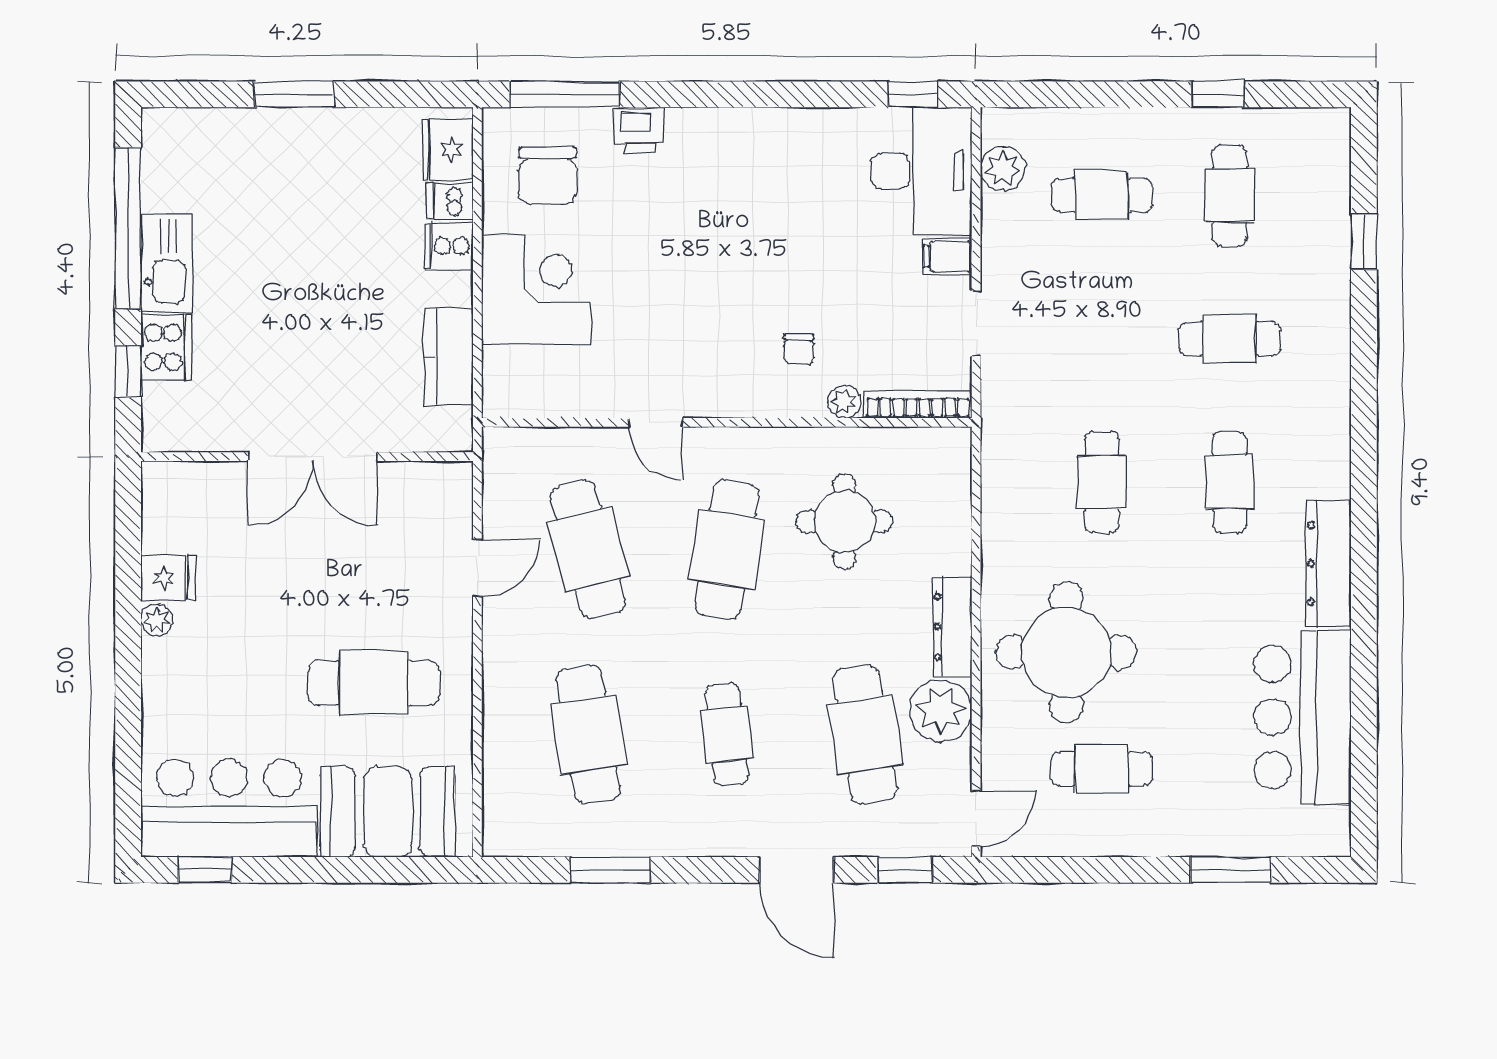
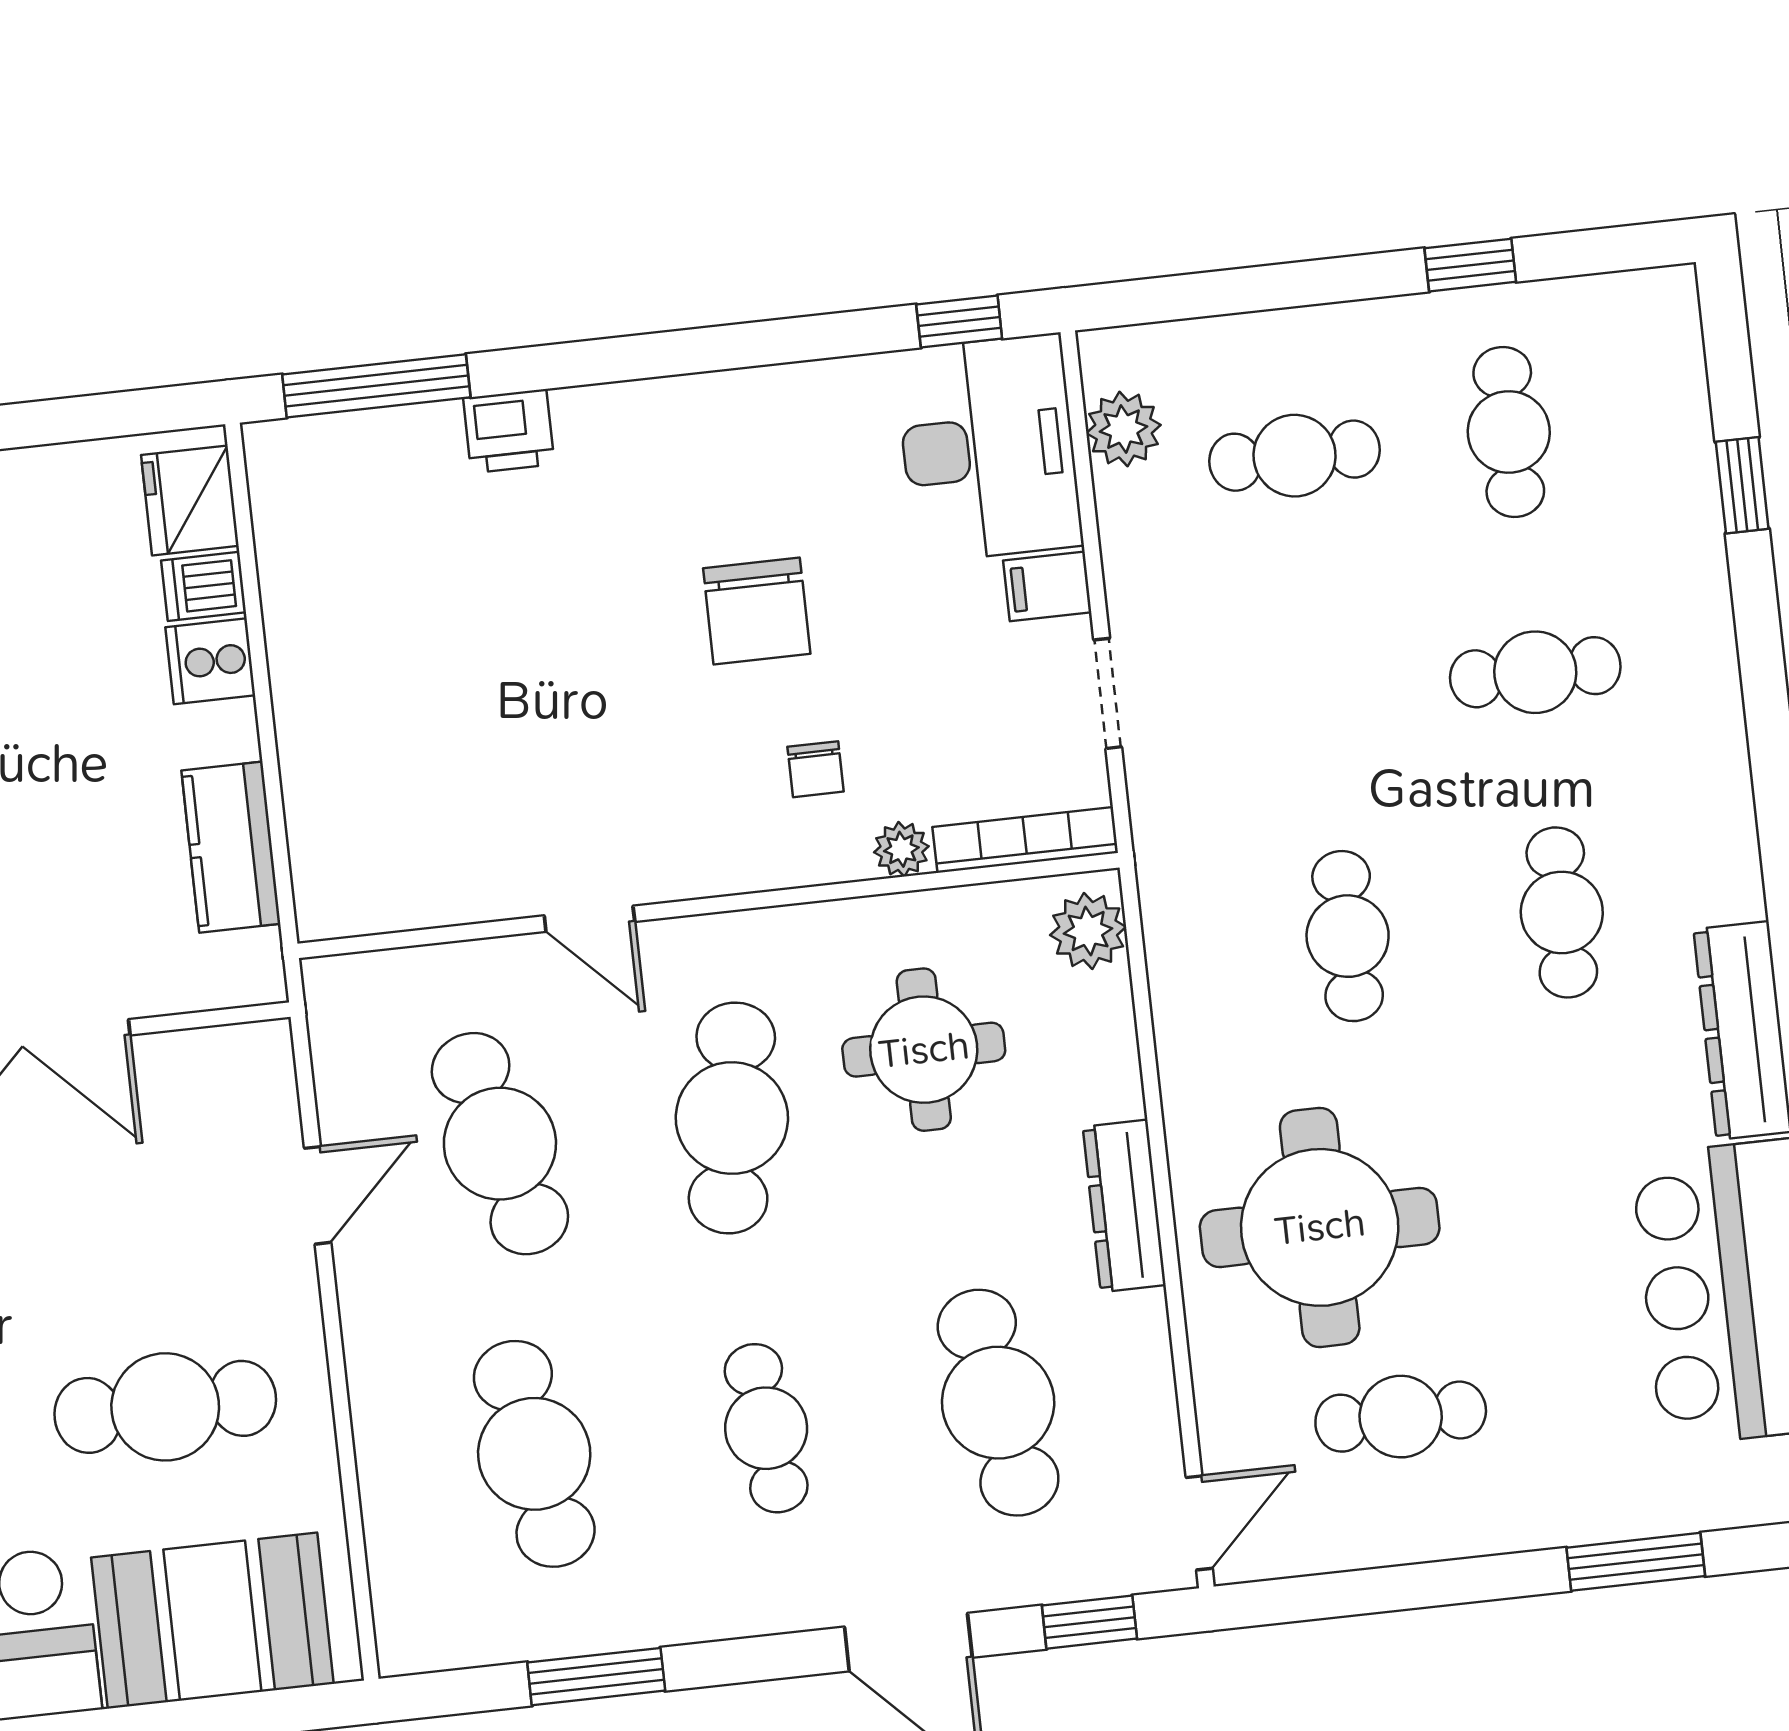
chair: (547, 176) -> (757, 611), moved
corner desk: (536, 290) -> (365, 719), removed
plant: (941, 711) -> (1088, 931), moved, width x0.73, depth x0.73

